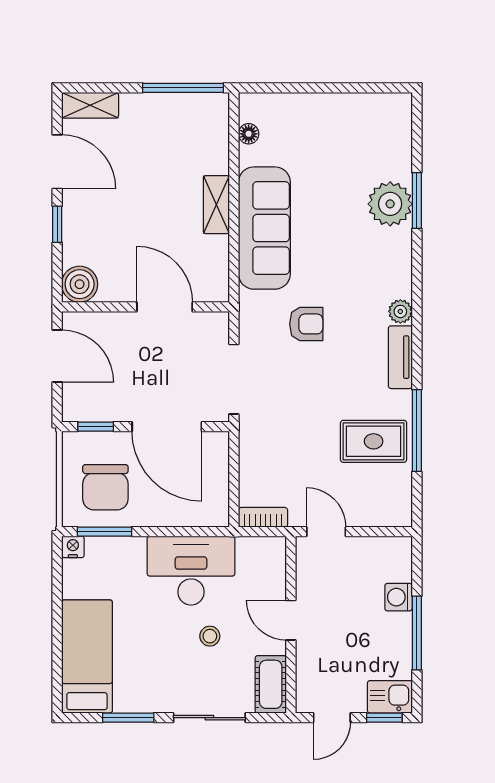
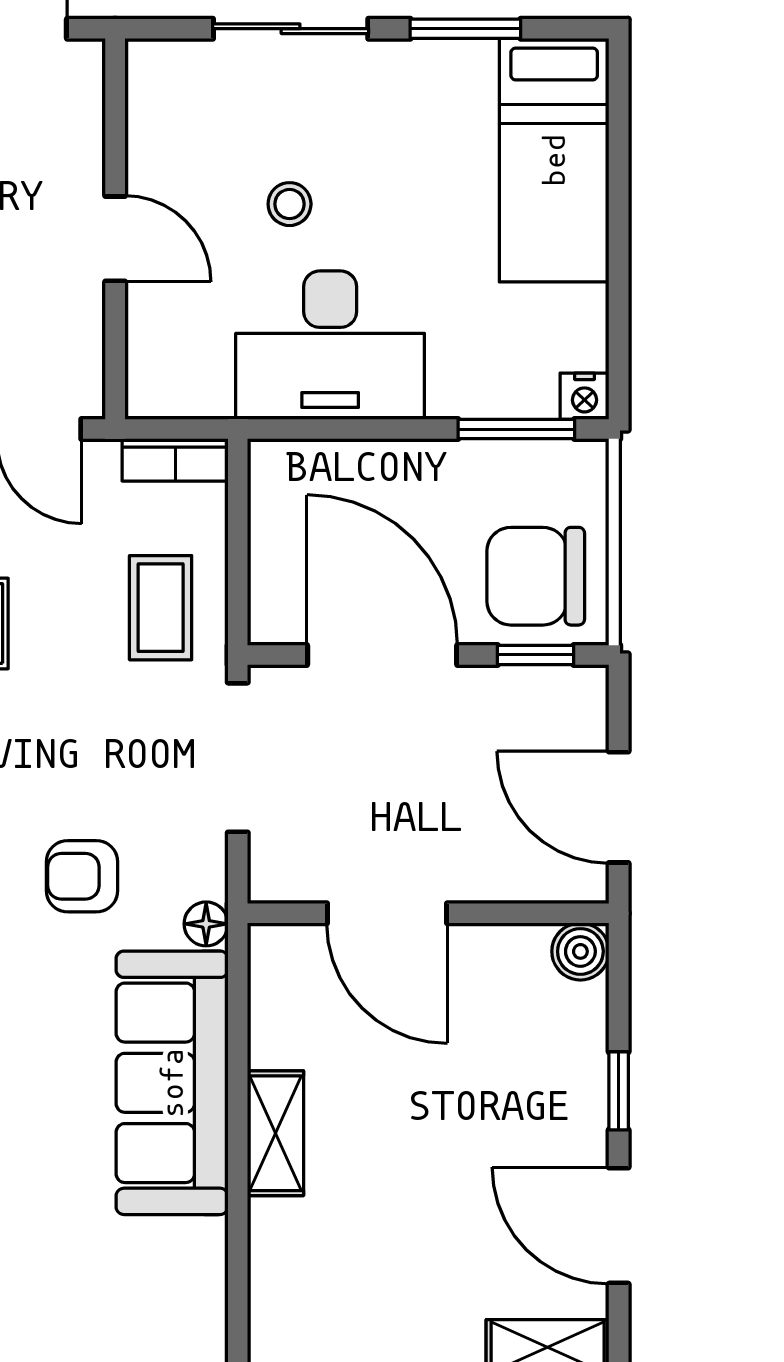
floor lamp: (249, 134) -> (206, 924), moved
boiler: (80, 284) -> (580, 951), width x0.73, depth x0.73
coffee table: (270, 449) -> (161, 608), added
chair: (105, 487) -> (536, 576), moved, turned -90
cot: (271, 684) -> (158, 100), removed

